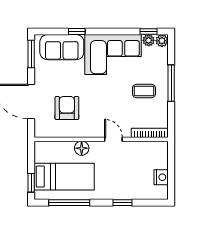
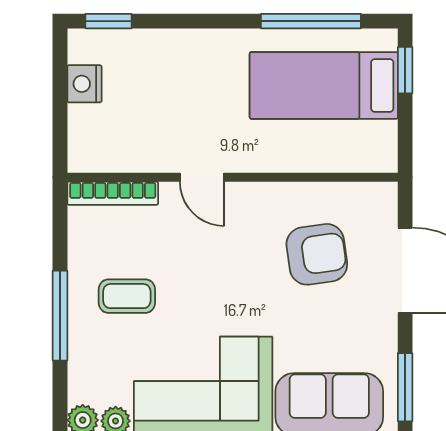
armchair: (67, 108) -> (317, 254), turned -98
floor lamp: (82, 148) -> (280, 155), removed
window: (123, 203) -> (109, 21), moved

